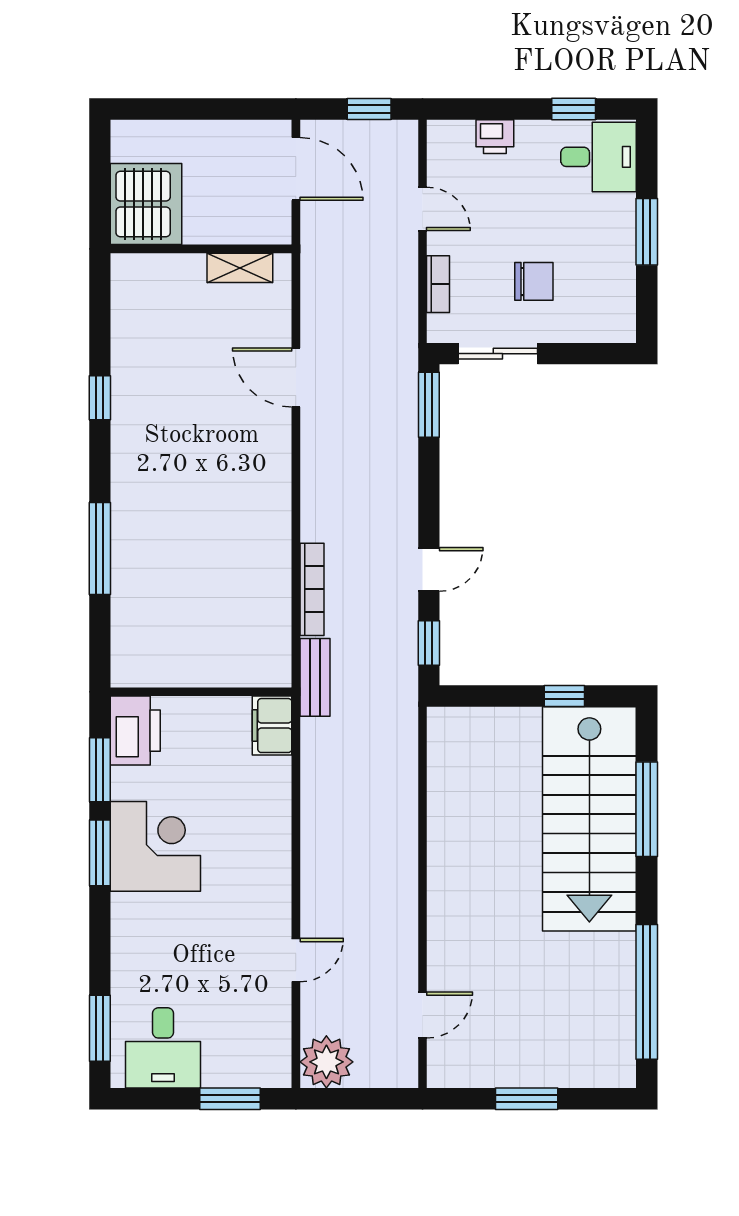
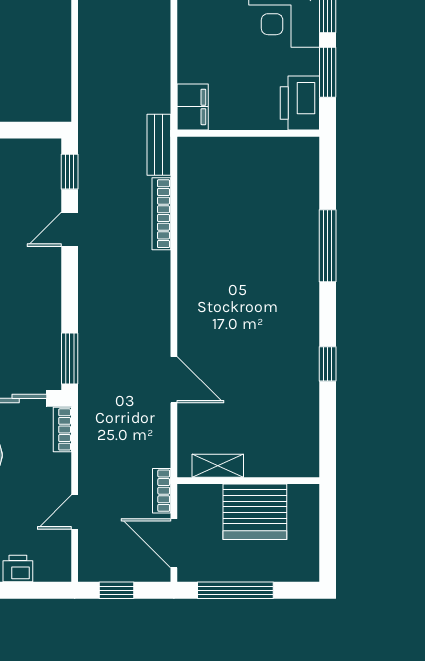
window: (217, 109) -> (235, 590), added
server rack: (146, 204) -> (255, 512), moved, turned -90
door: (422, 209) -> (75, 512), hinge flipped
bookcase: (312, 236) -> (162, 491), added
bookcase: (438, 284) -> (62, 429), moved

